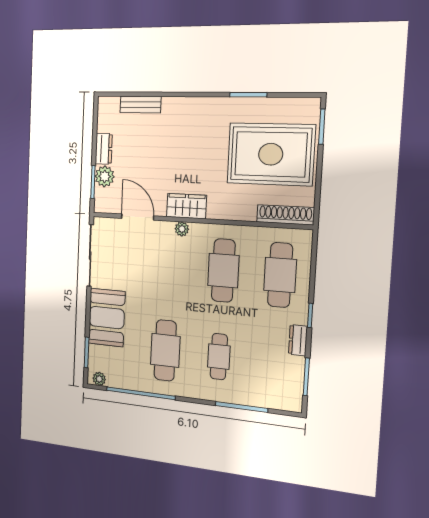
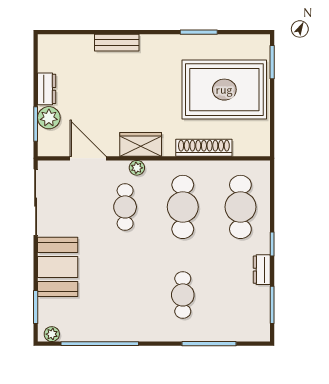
bench: (140, 105) -> (117, 43), moved
shoe rack: (285, 215) -> (204, 148), moved
cafe table: (165, 350) -> (125, 207), moved, width x0.73, depth x0.74

